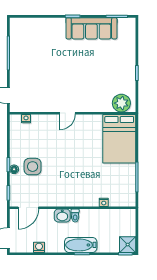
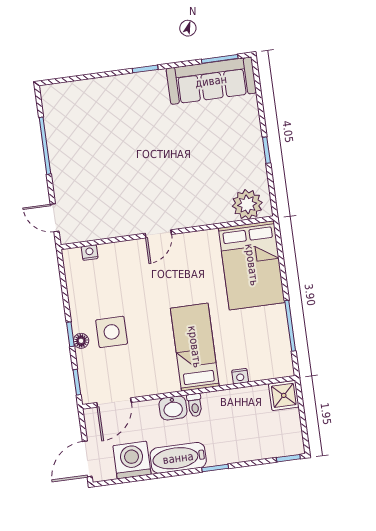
sofa: (91, 28) -> (211, 81), moved
bed: (80, 182) -> (195, 347), added
bathtub: (81, 245) -> (178, 458), moved
shower: (128, 245) -> (284, 395), moved
washing machine: (39, 247) -> (132, 460), width x1.89, depth x1.89

